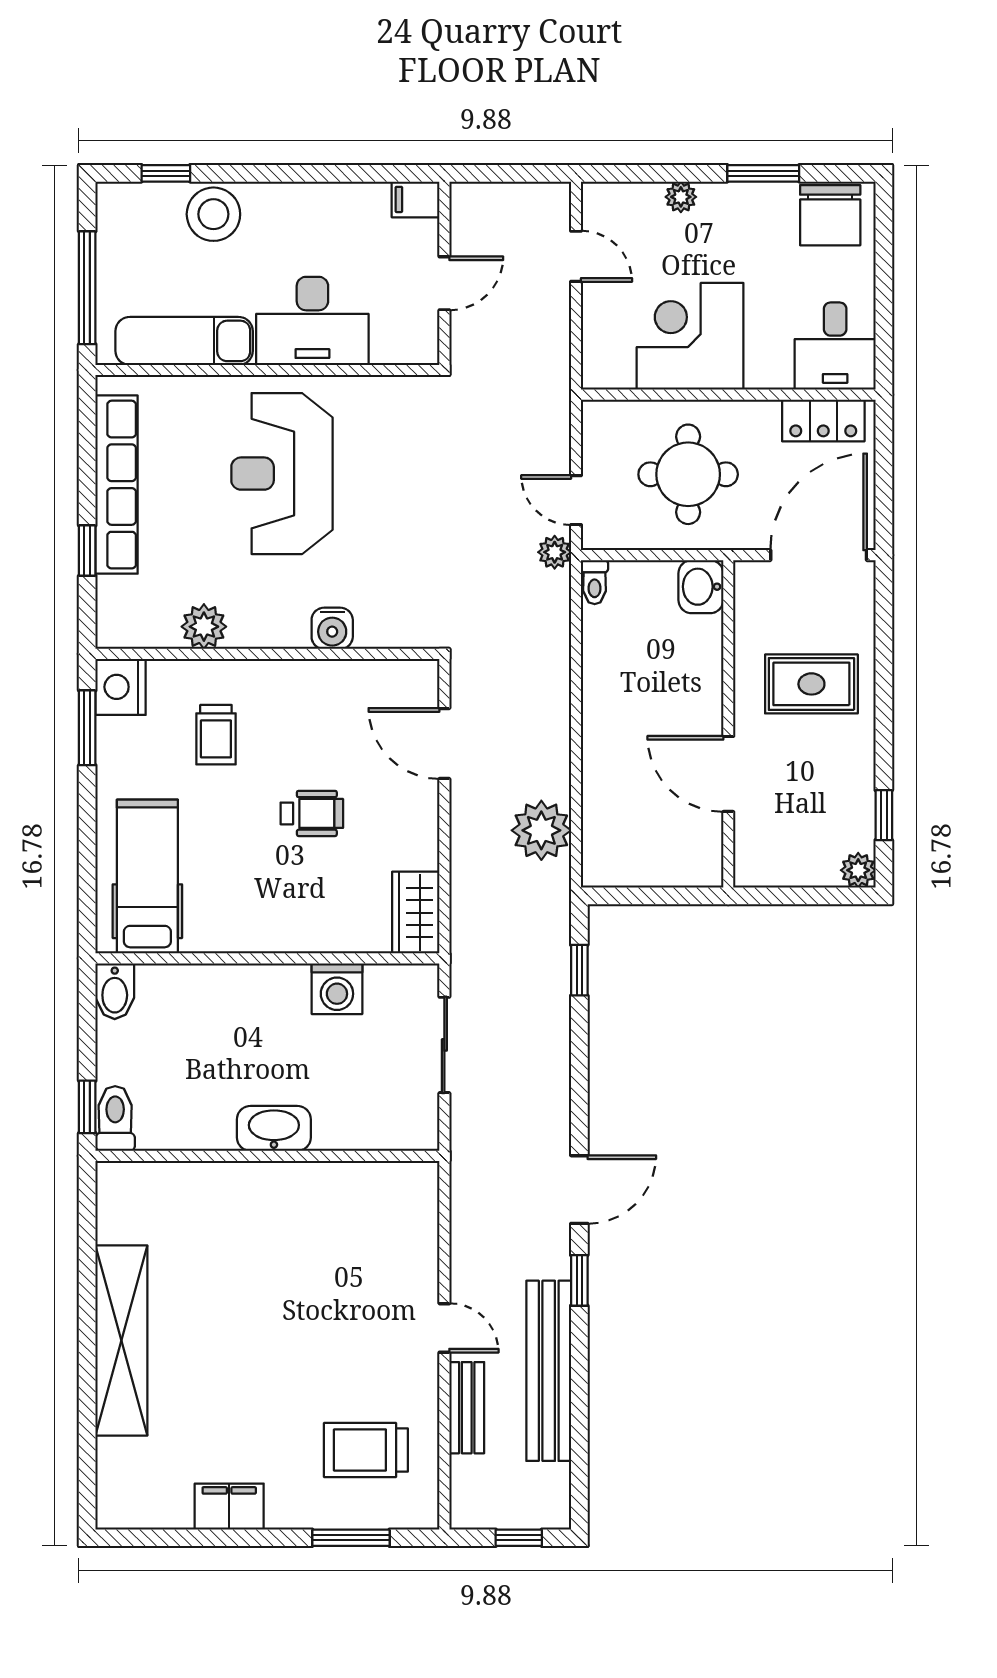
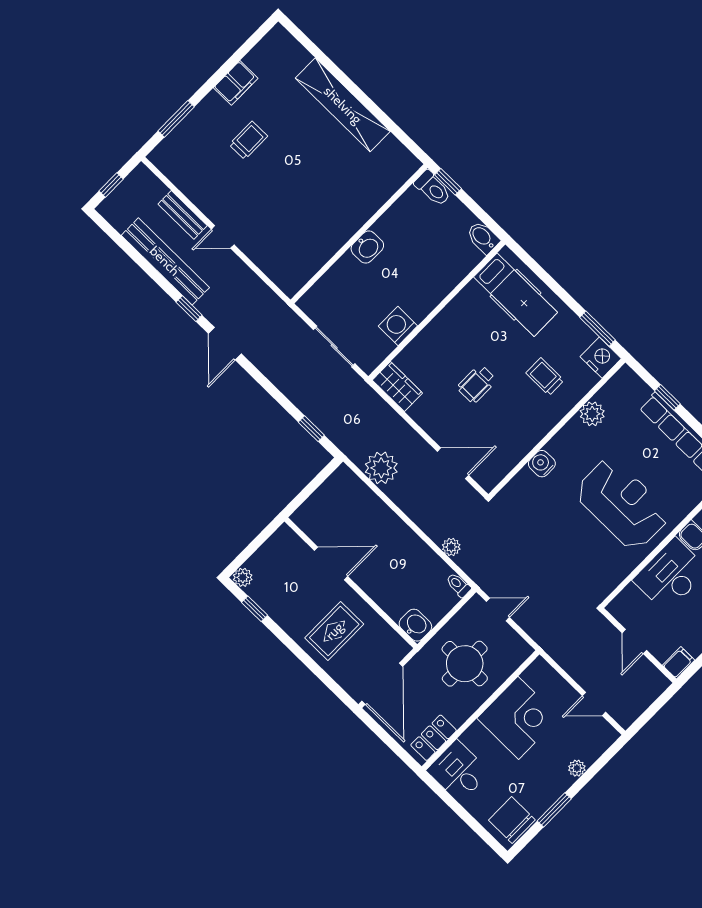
plant: (555, 552) -> (451, 547), moved
washbasin: (274, 1128) -> (367, 247), width x0.72
trolley: (366, 1450) -> (248, 140), moved, width x0.73, depth x0.72

